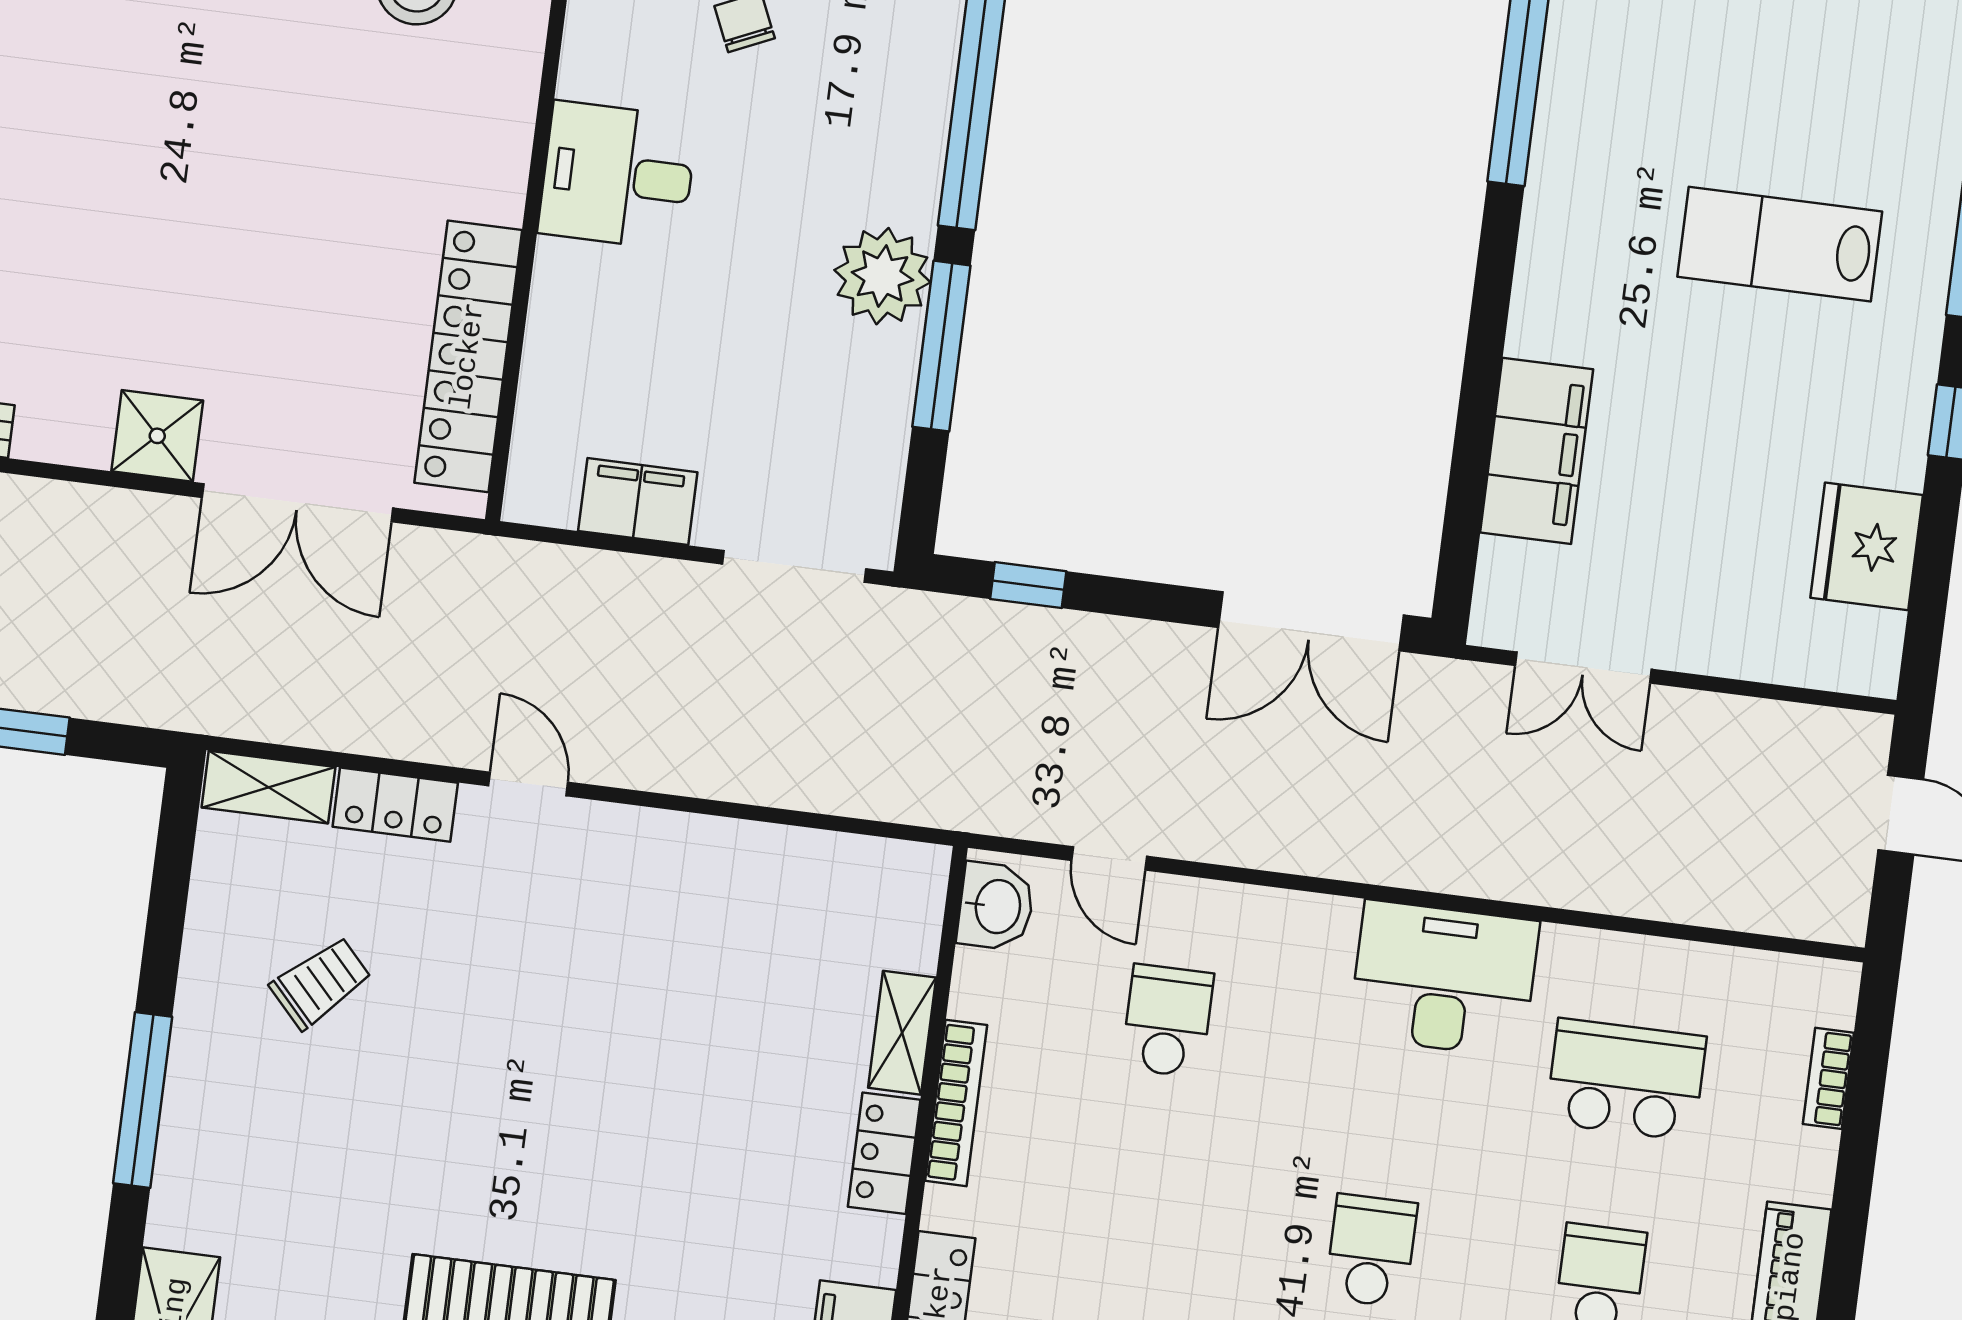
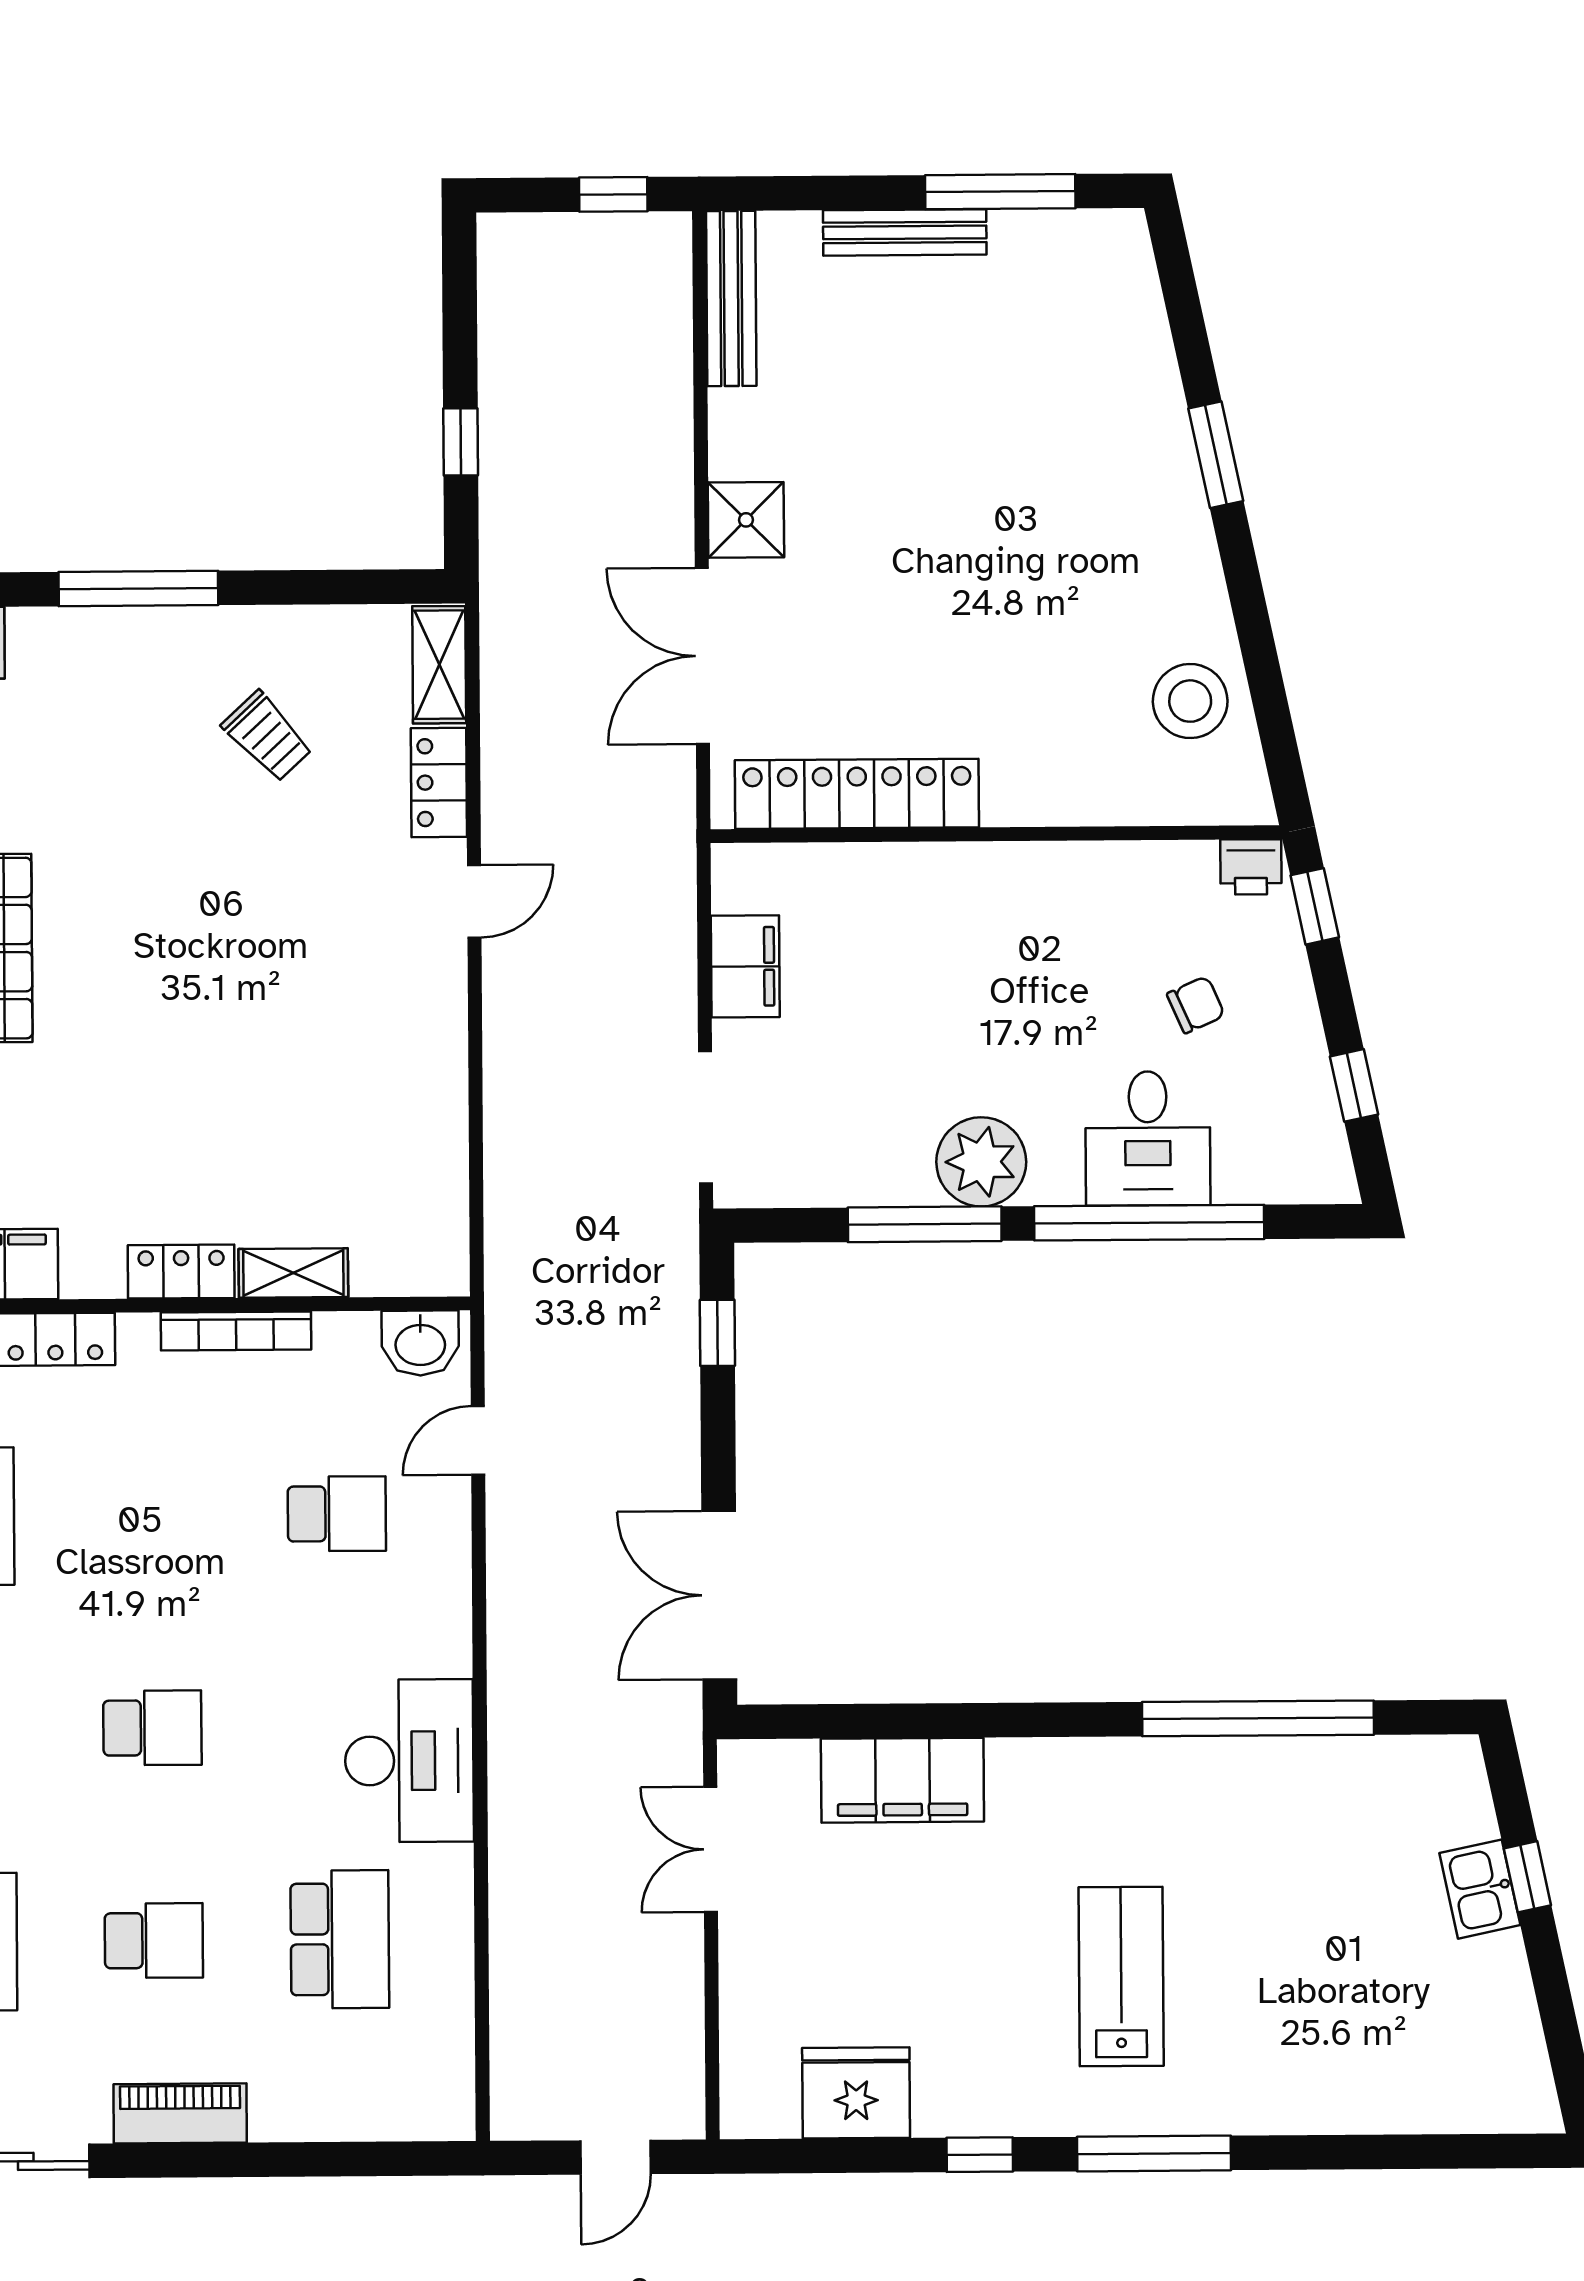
desk: (618, 176) -> (1148, 1138), moved, turned 180
bookcase: (1828, 1078) -> (366, 2124), removed

